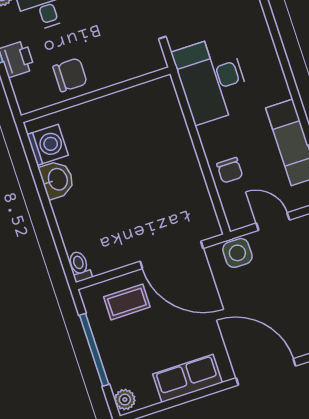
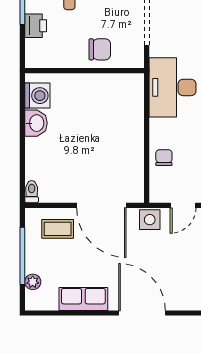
chair: (70, 75) -> (100, 49), moved
chair: (230, 170) -> (164, 158), turned 180
door: (273, 222) -> (183, 205), swing flipped
plant: (125, 400) -> (33, 282), moved

